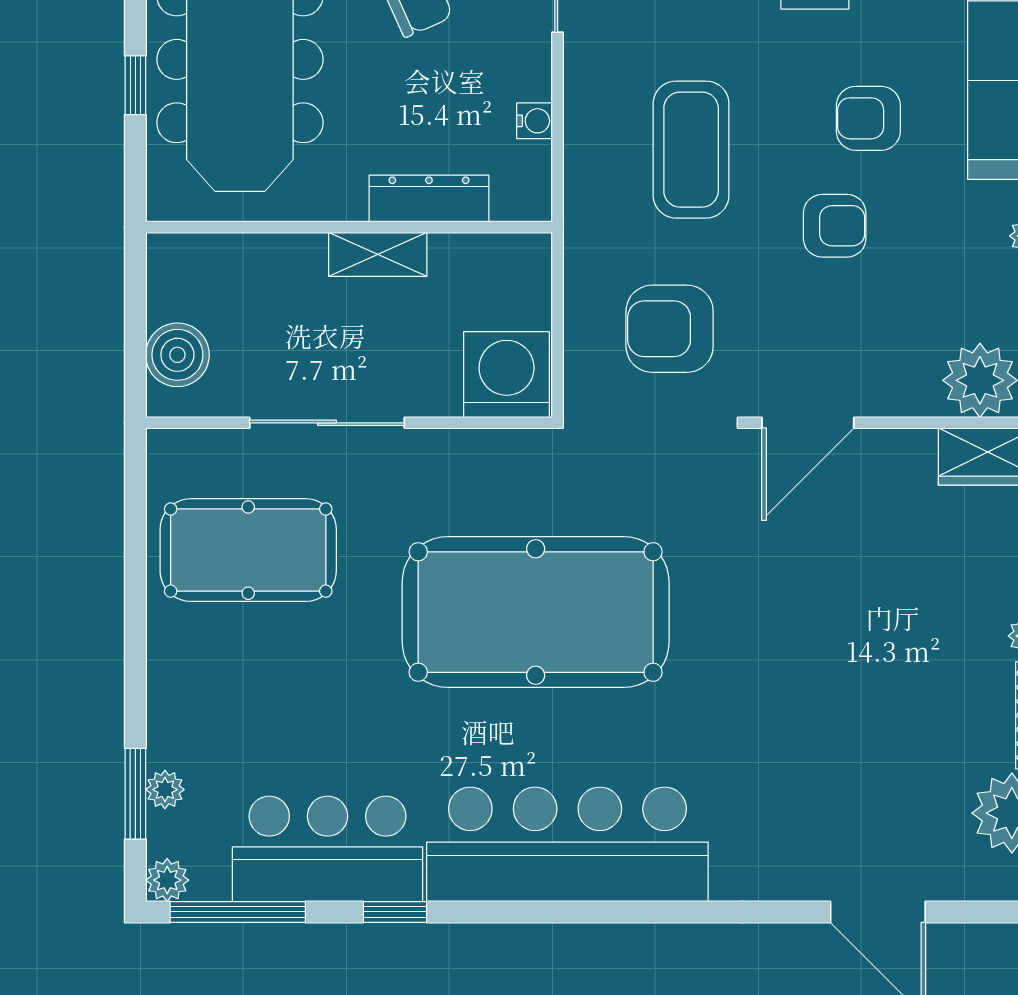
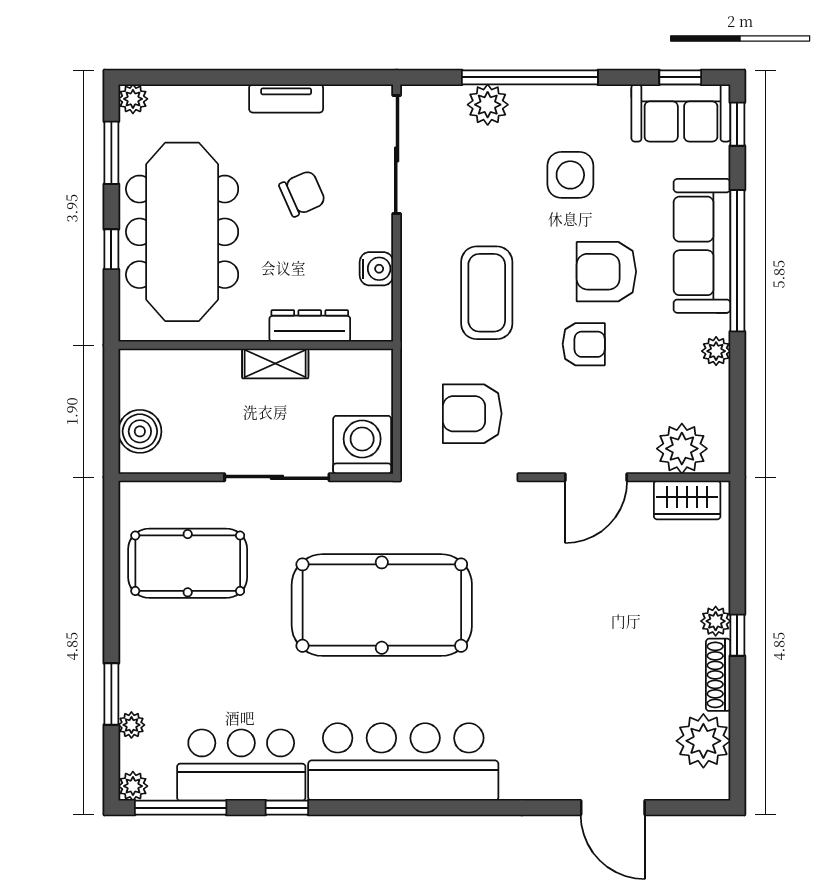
armchair: (868, 118) -> (606, 272), width x1.38, depth x1.38
water cooler: (535, 121) -> (376, 269), width x1.38, depth x1.38
sliding door: (327, 423) -> (277, 477), moved
door: (808, 423) -> (596, 477), moved
window: (135, 794) -> (111, 694), moved

